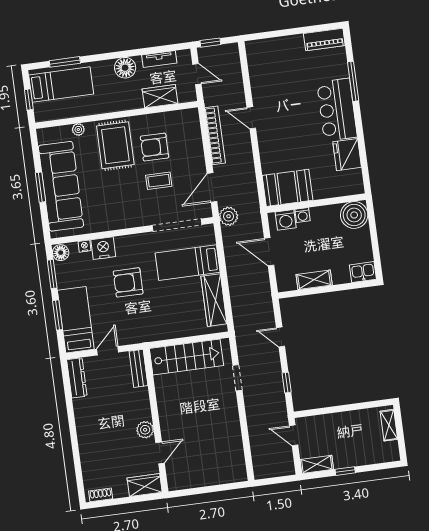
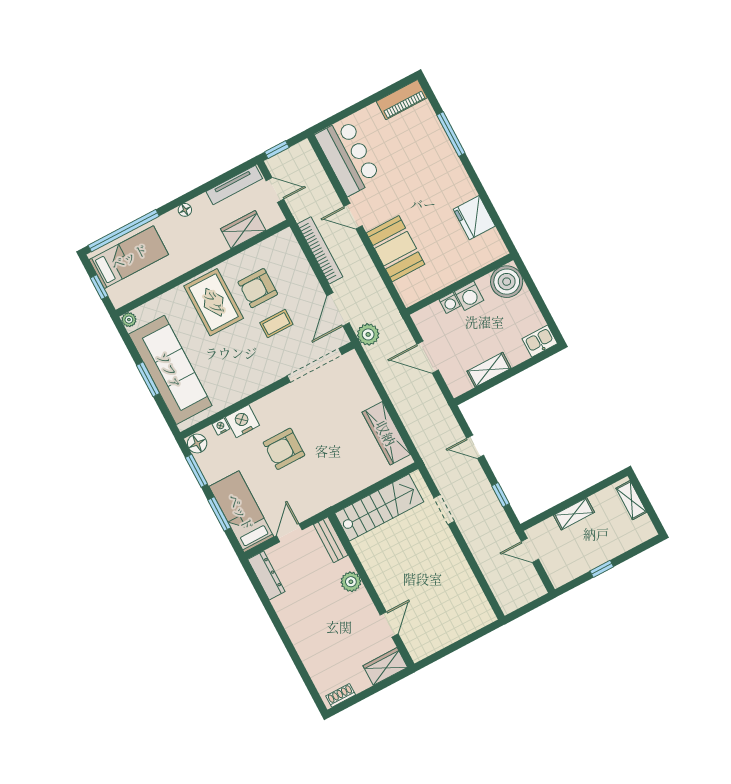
tv unit: (159, 59) -> (234, 185), width x1.41
window: (65, 62) -> (124, 231), width x2.11
floor lamp: (125, 68) -> (185, 210), width x0.53, depth x0.53
bar counter: (337, 110) -> (348, 157), moved, turned 180
plant: (78, 129) -> (129, 320), moved
booth: (288, 188) -> (395, 249), moved, turned 90
washing machine: (286, 220) -> (469, 296), moved
bed: (188, 263) -> (342, 403), removed
plant: (145, 430) -> (351, 582), moved
shelving: (317, 464) -> (574, 514), moved

